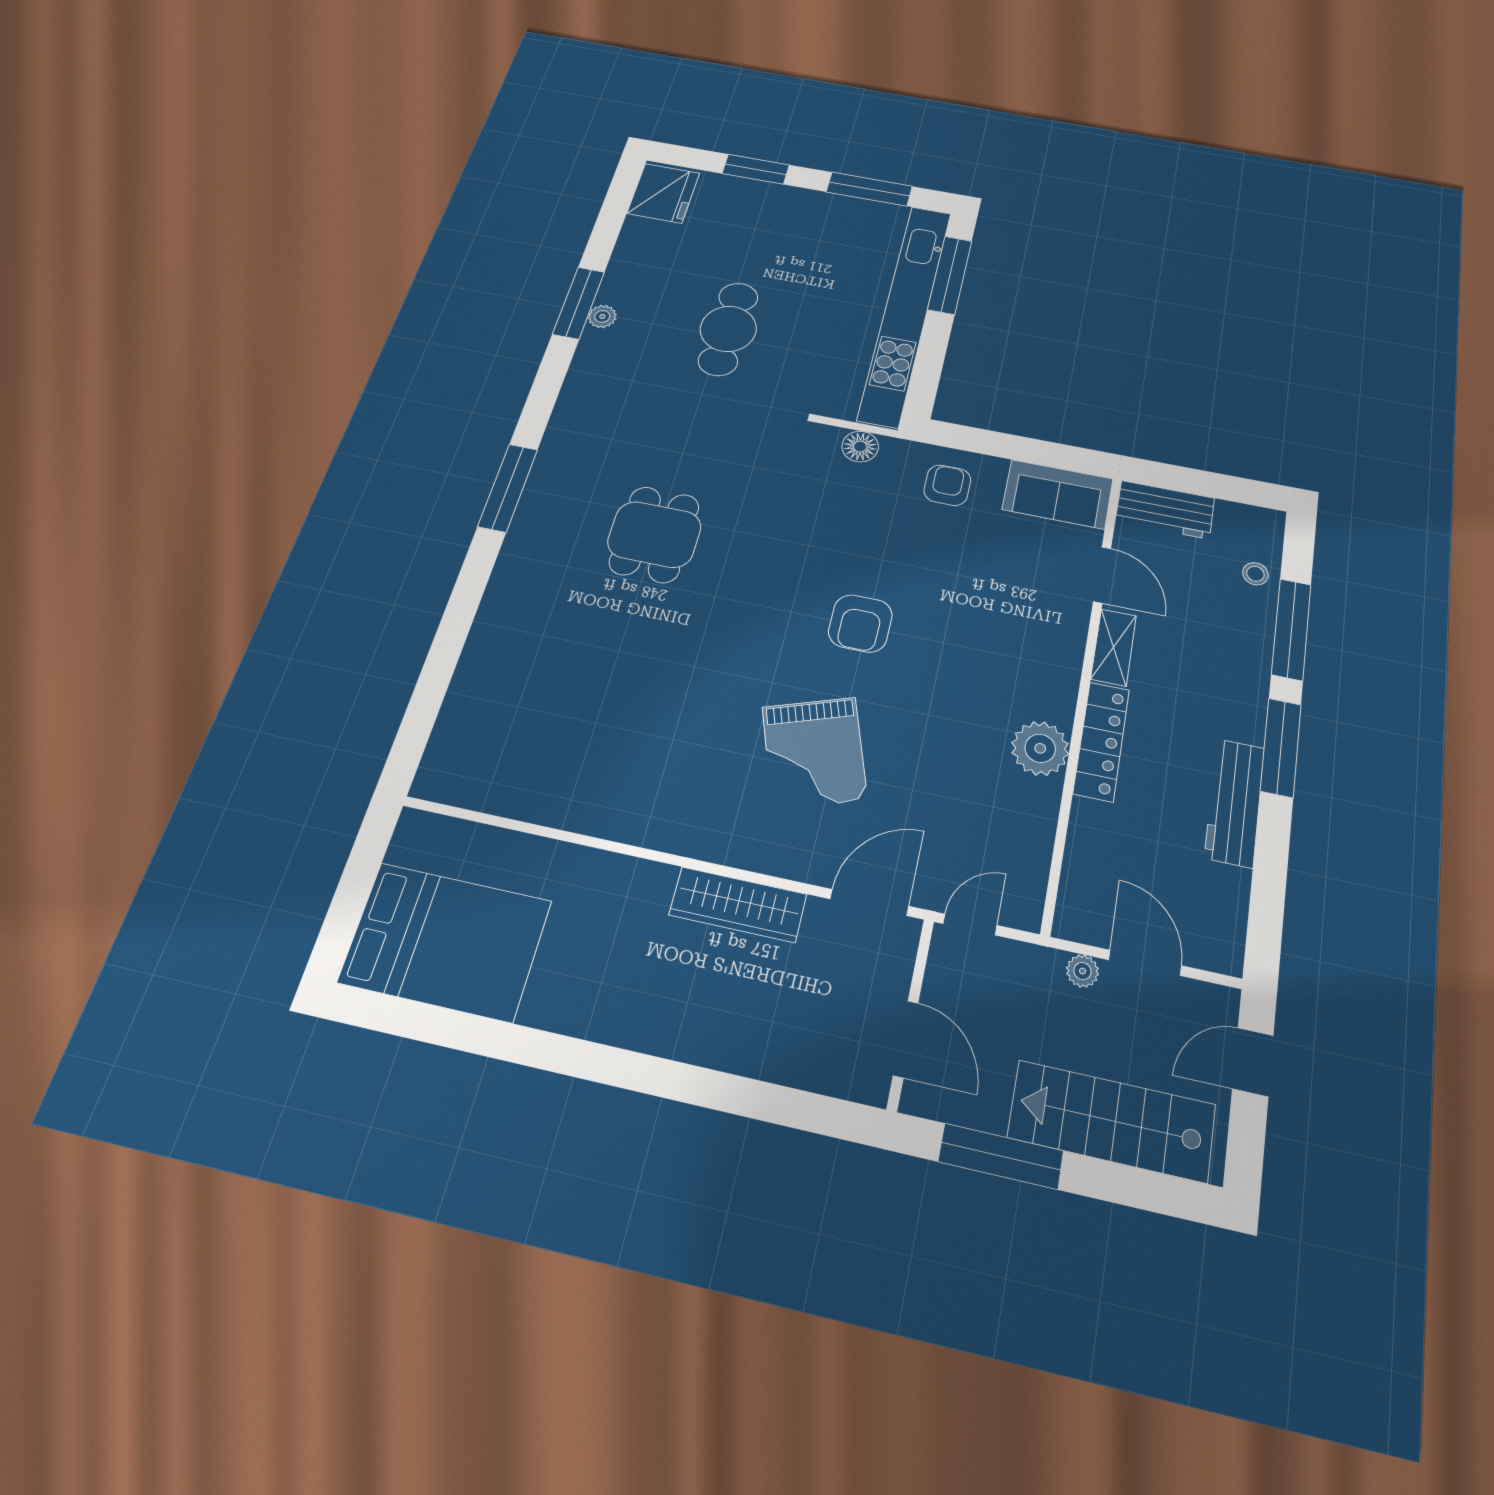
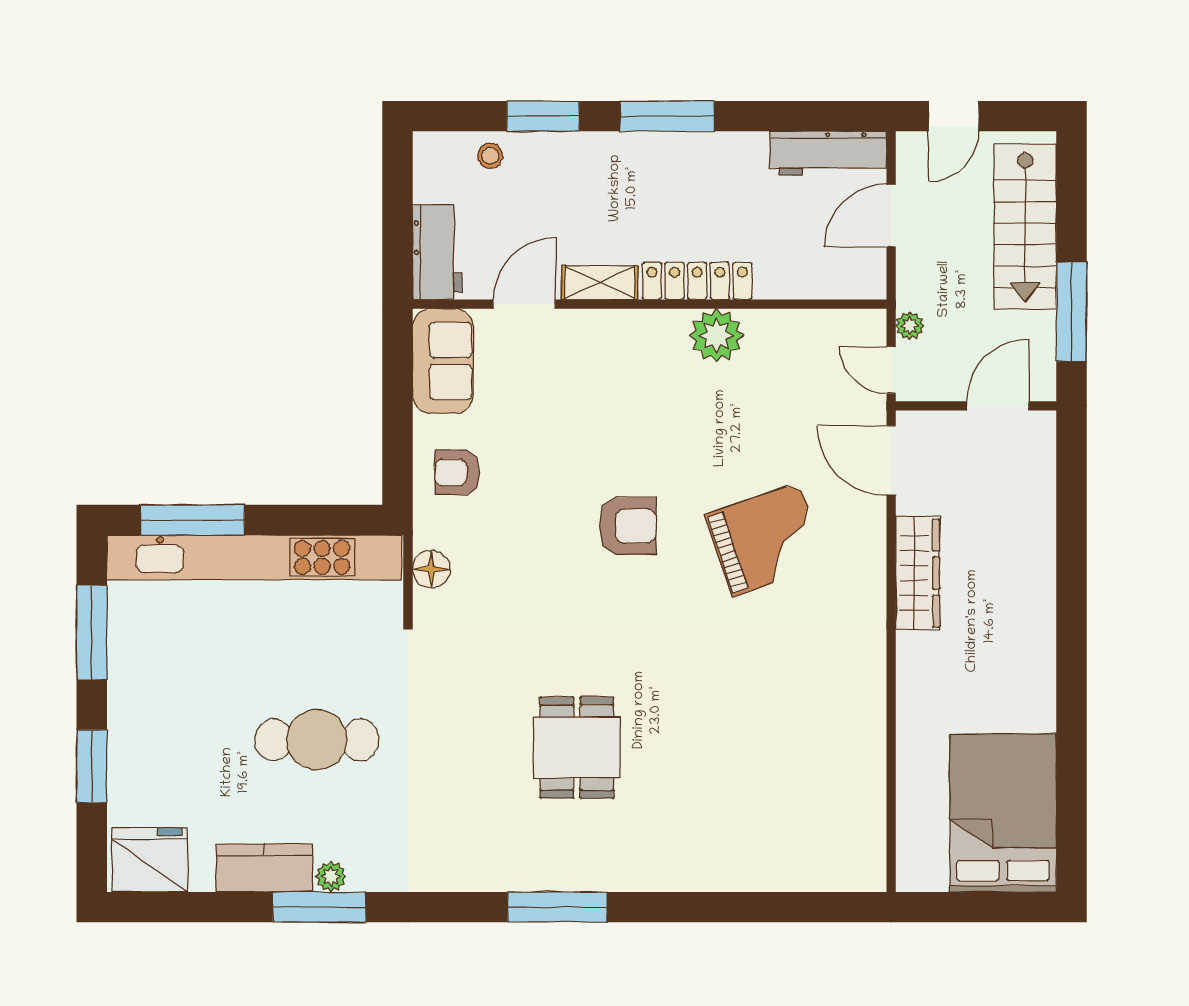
kitchen counter: (628, 270) -> (264, 868), added
dining table: (654, 534) -> (577, 748), turned 90
window: (1291, 629) -> (543, 116), width x0.69
workbench: (1235, 802) -> (828, 153), moved
plant: (1083, 971) -> (910, 326), moved
door: (1253, 1062) -> (954, 116), hinge flipped

